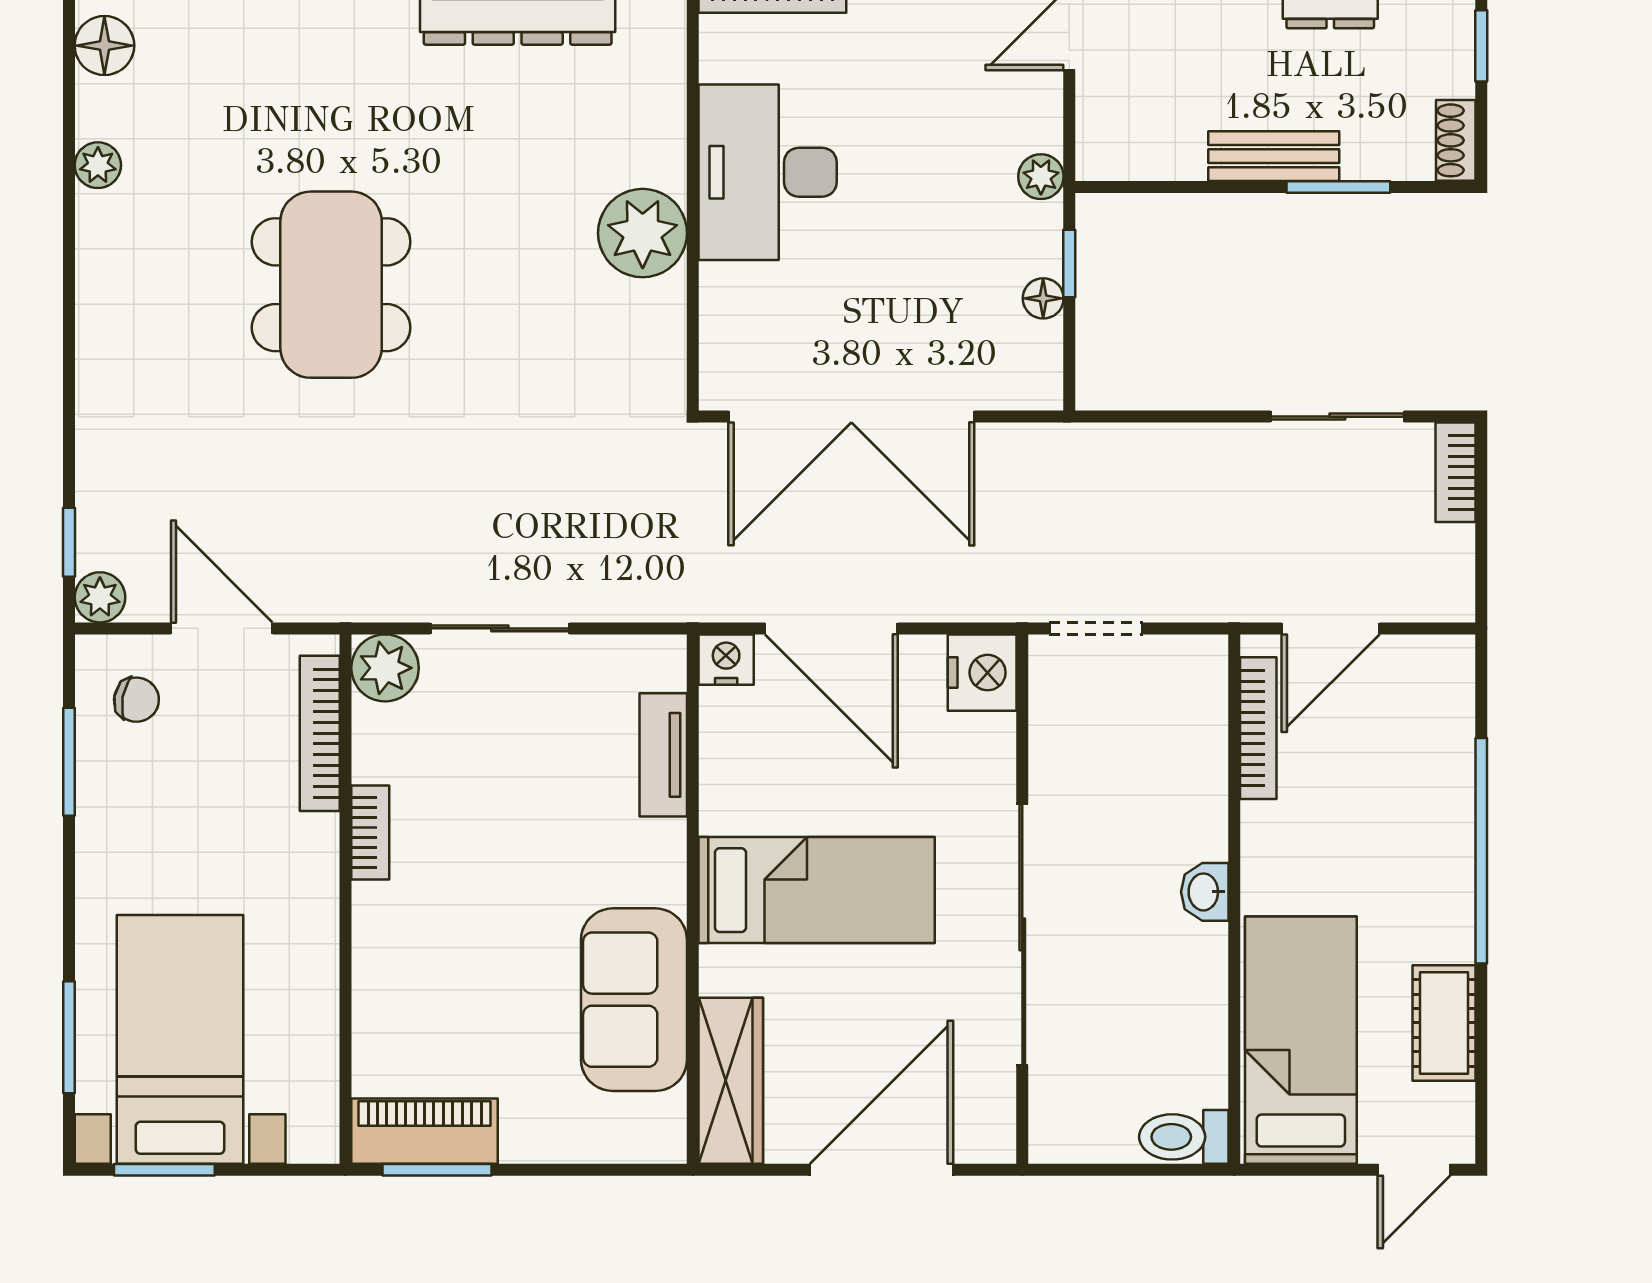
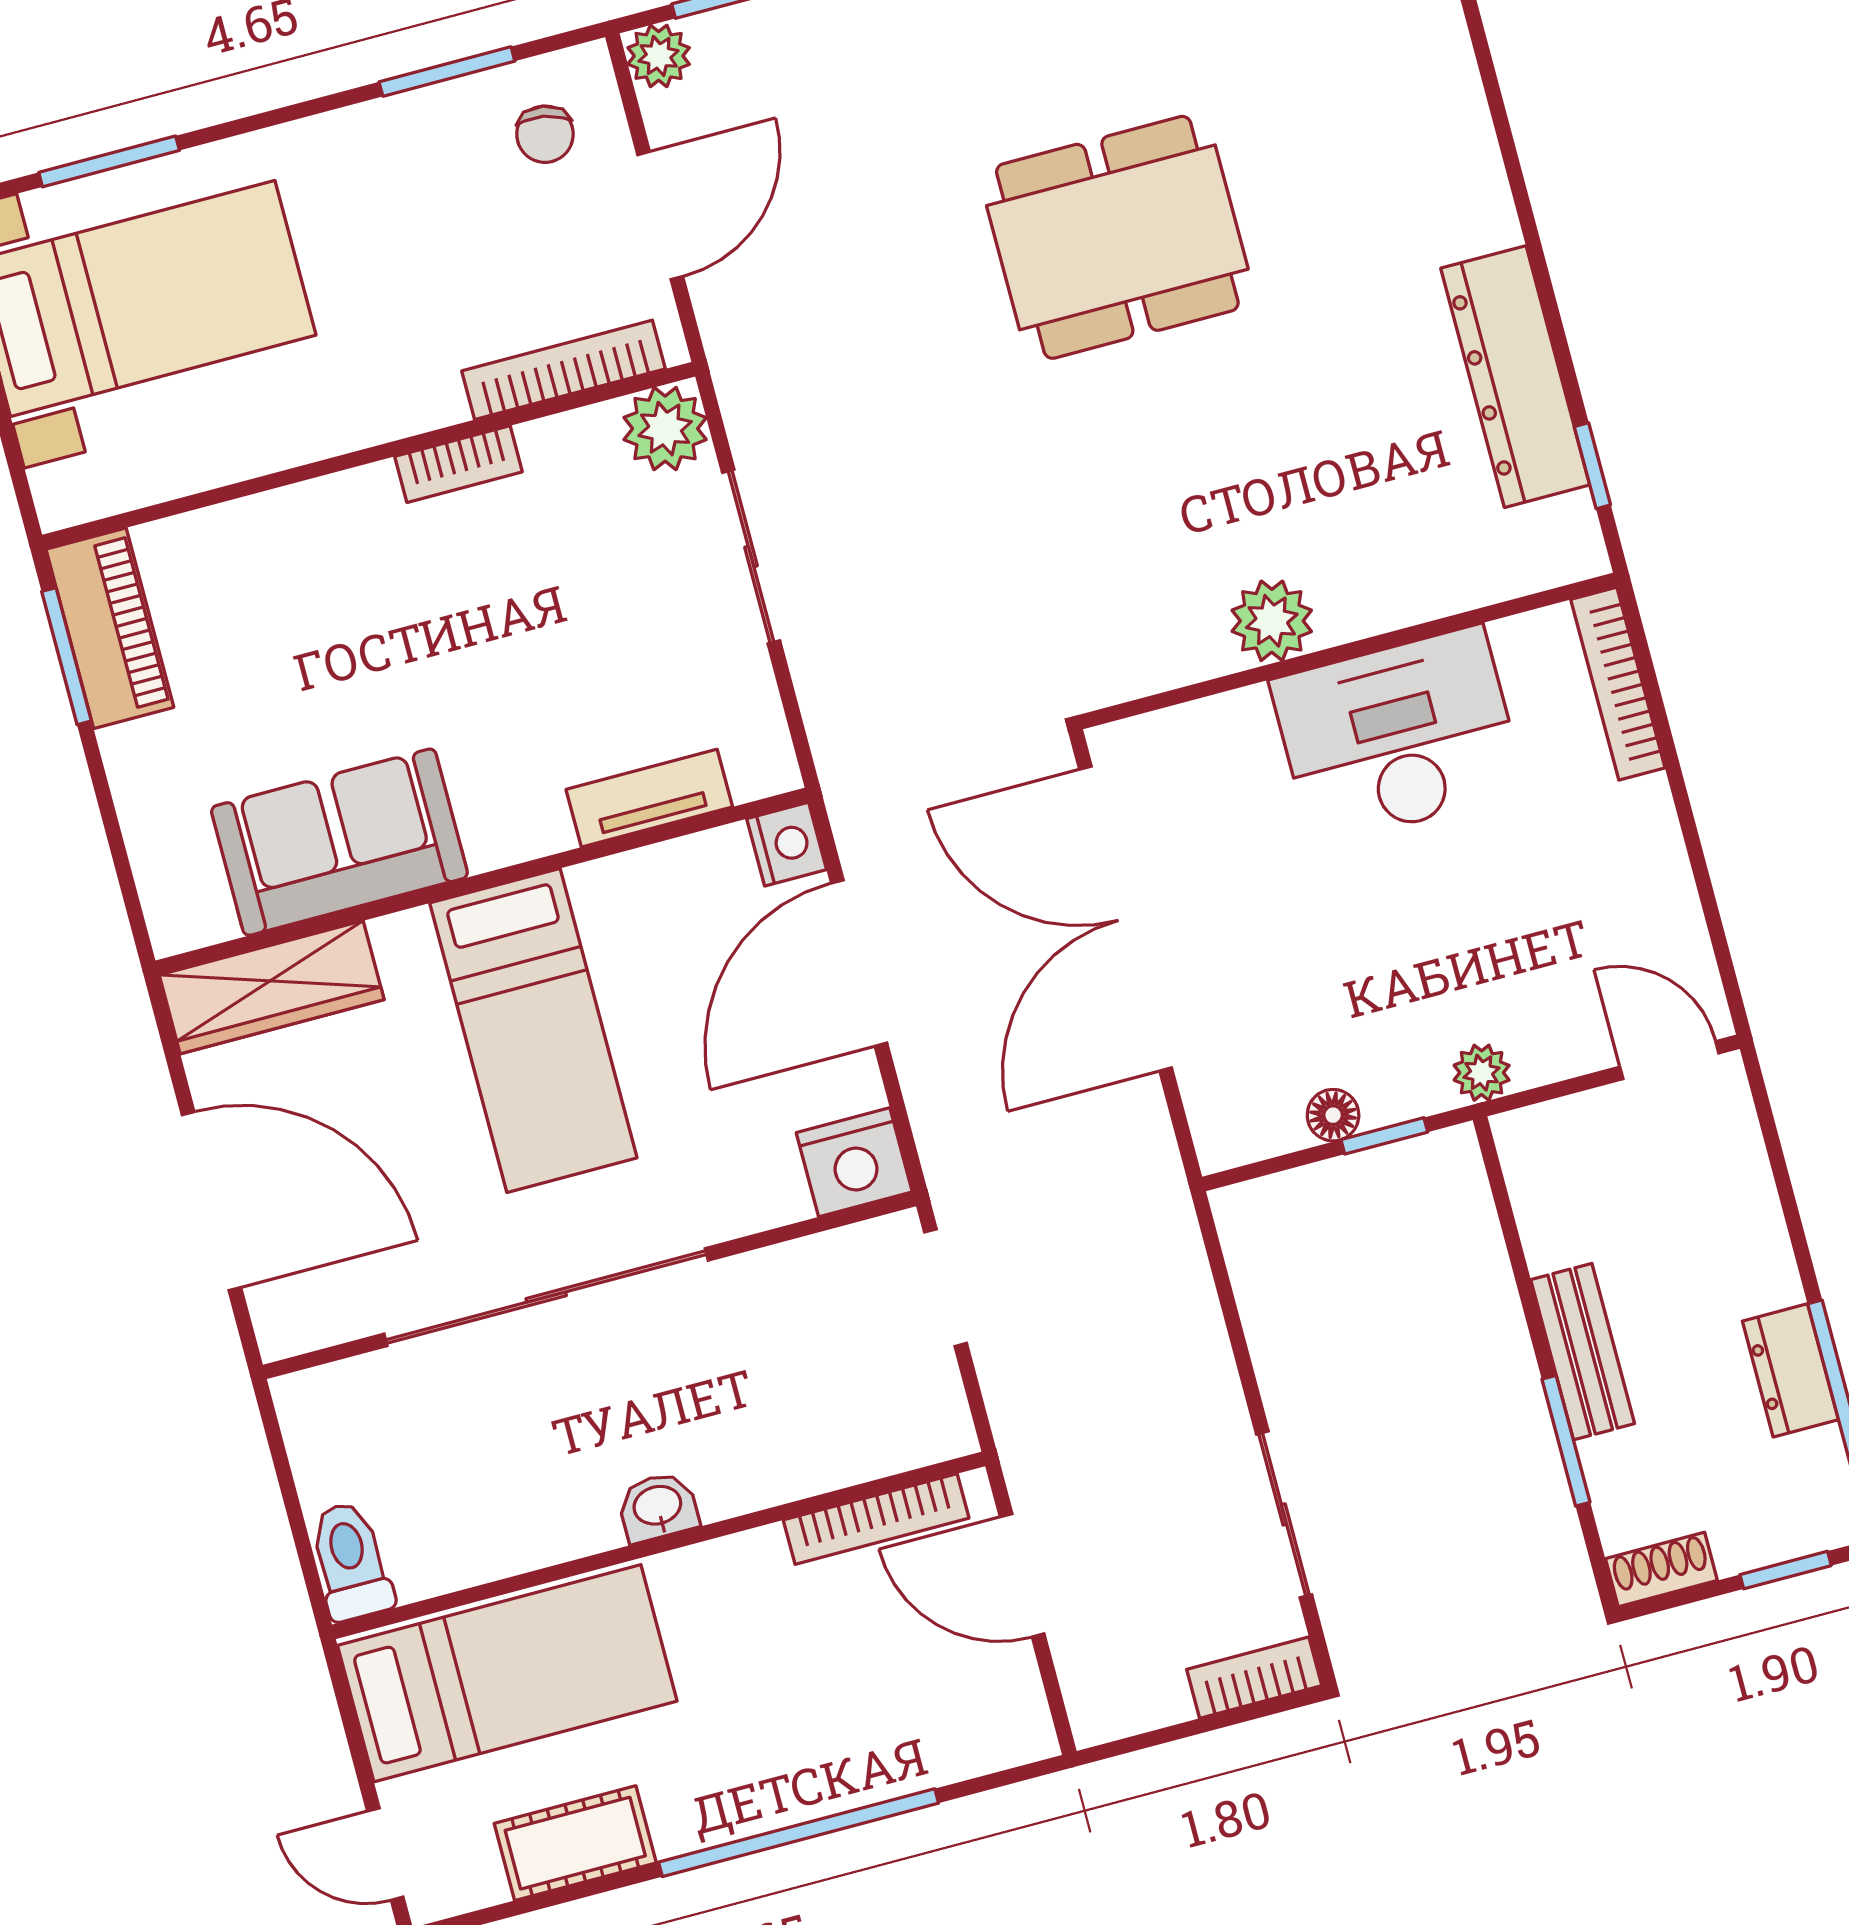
plant: (643, 233) -> (1272, 621), width x0.73, depth x0.73

